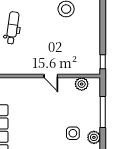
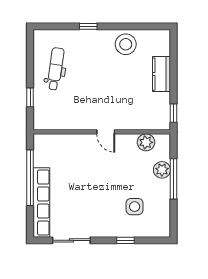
kitchen counter: (94, 32) -> (162, 74), added
plant: (94, 137) -> (162, 170), moved

